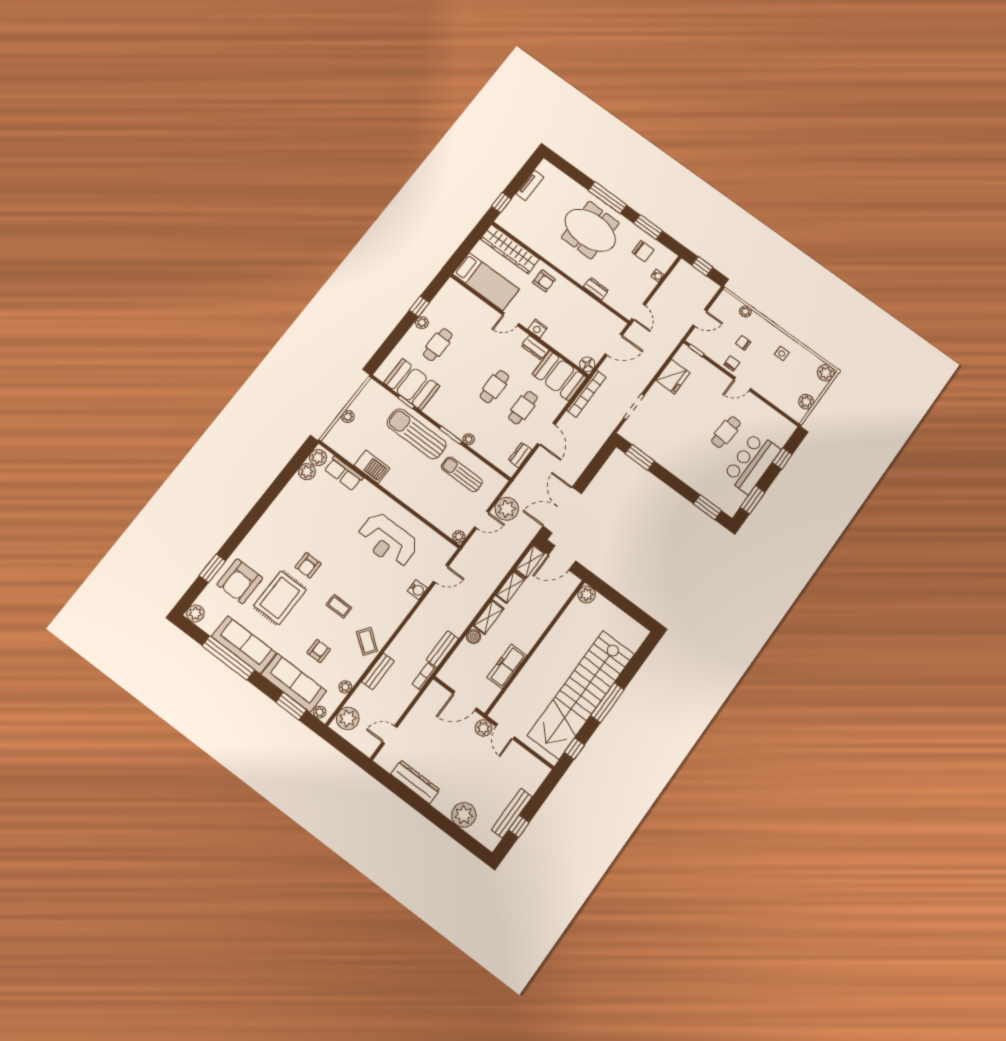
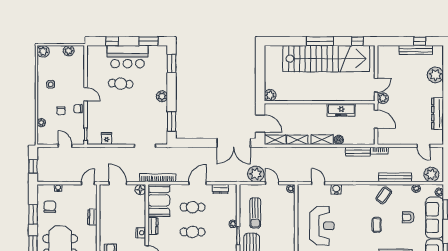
fridge: (673, 377) -> (107, 139), width x0.53, depth x0.75
plant: (677, 468) -> (162, 96), added
bench: (378, 671) -> (395, 177), width x1.36

